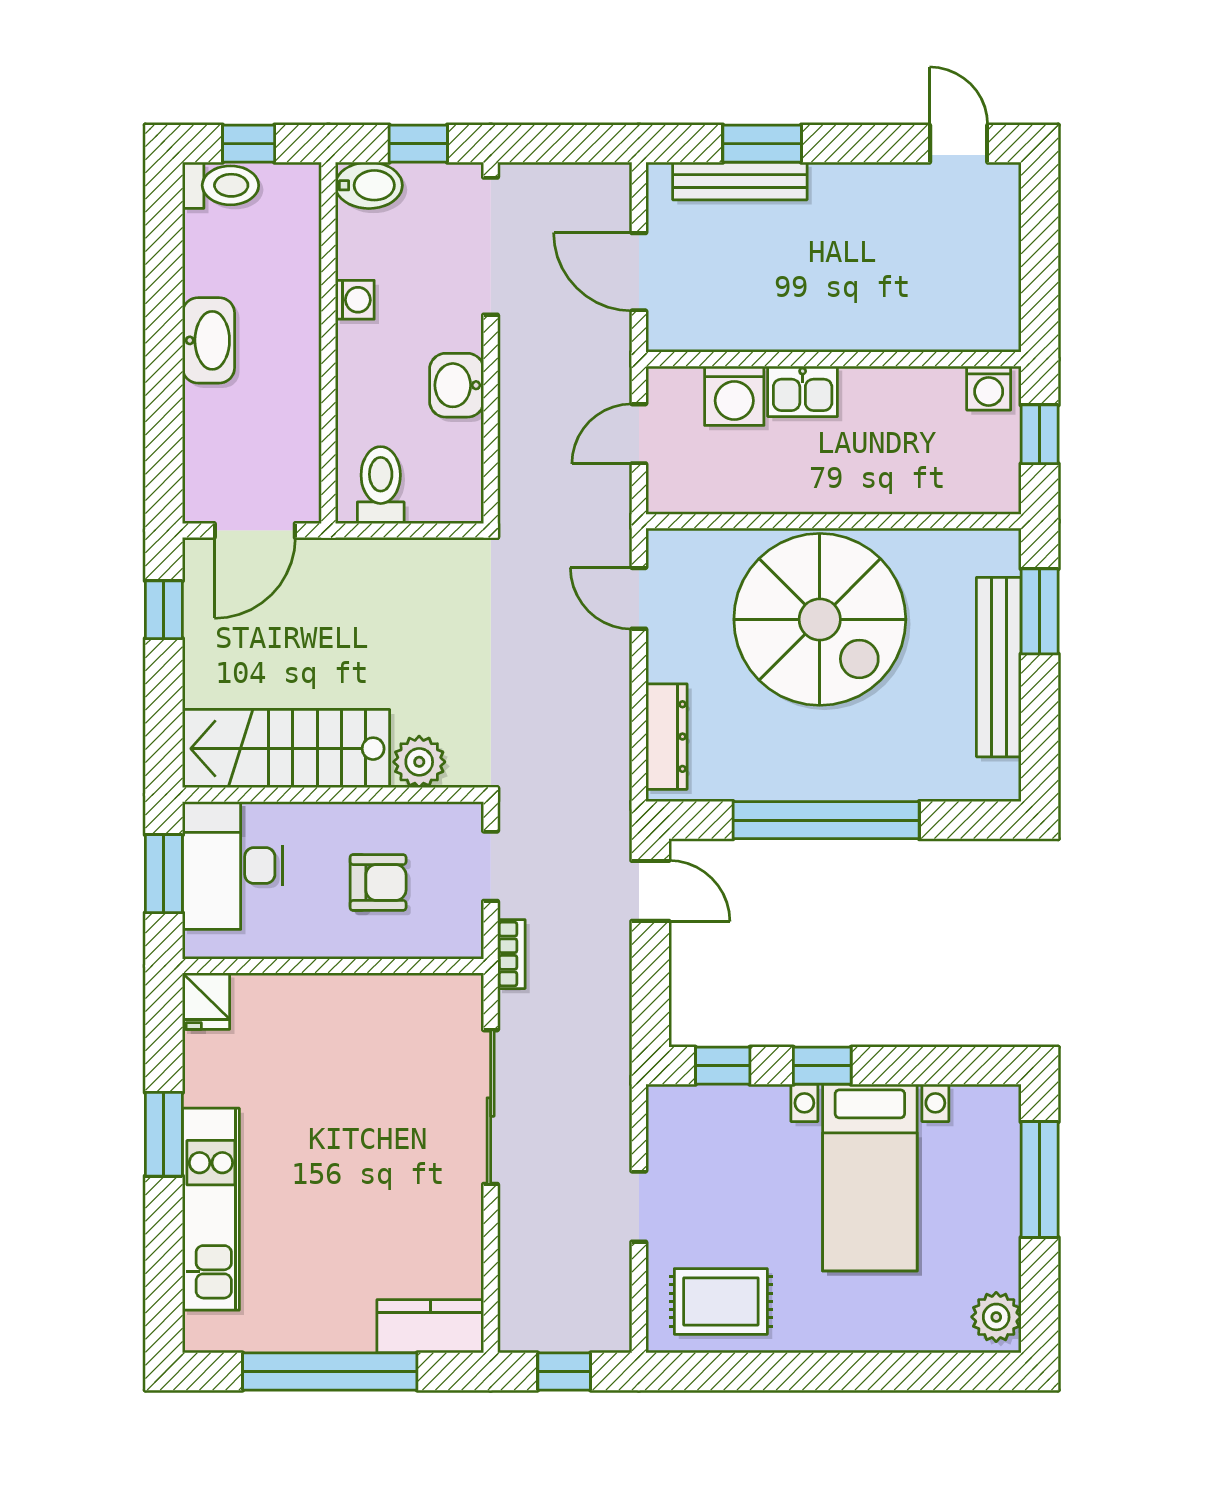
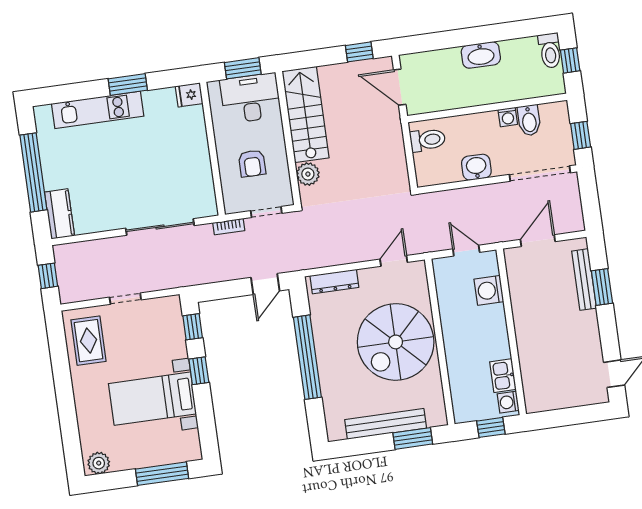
bidet: (369, 185) -> (529, 120), moved
kitchen sink: (803, 391) -> (503, 376), moved

